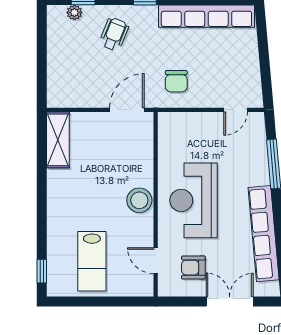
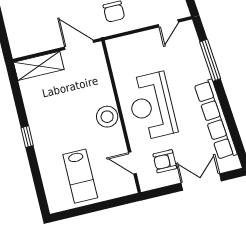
door: (127, 110) -> (79, 45), hinge flipped
shelving: (58, 140) -> (39, 66), moved, turned 90
window: (42, 271) -> (27, 137), moved

